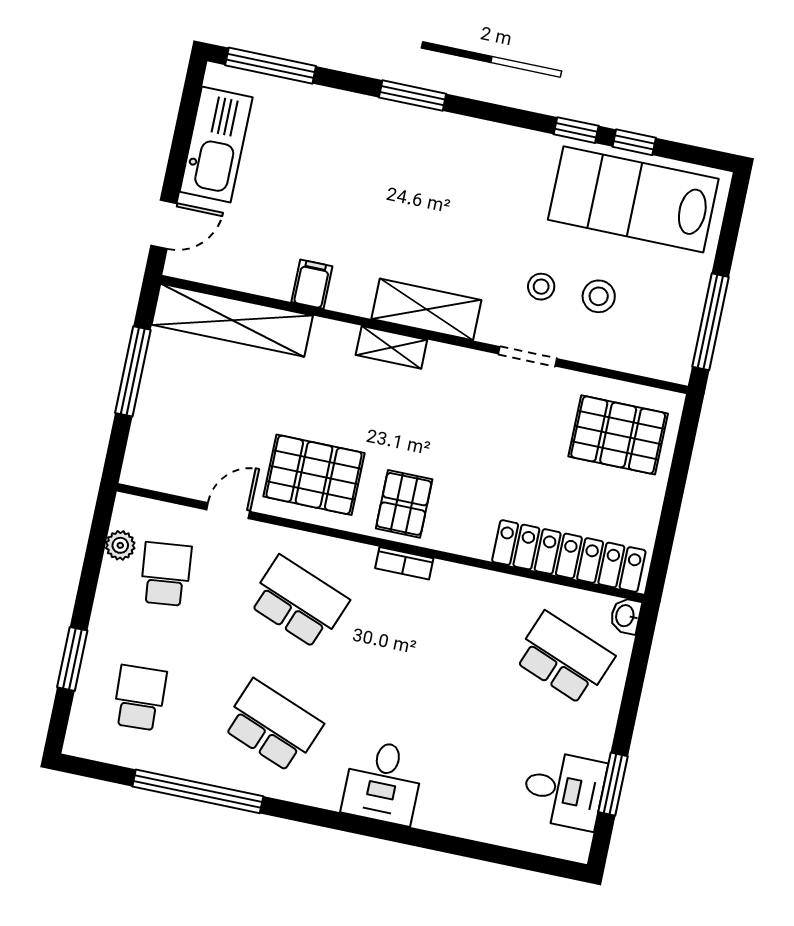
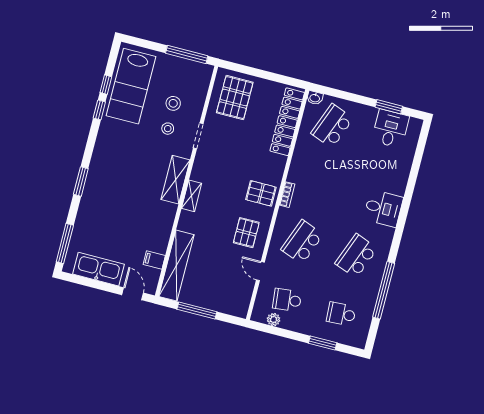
filing cabinet: (312, 284) -> (154, 260), moved
pallet: (314, 475) -> (246, 233), width x0.67, depth x0.71

